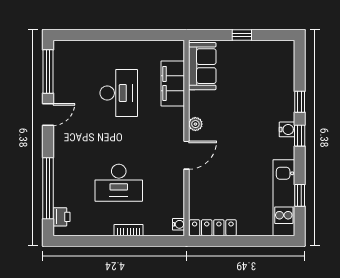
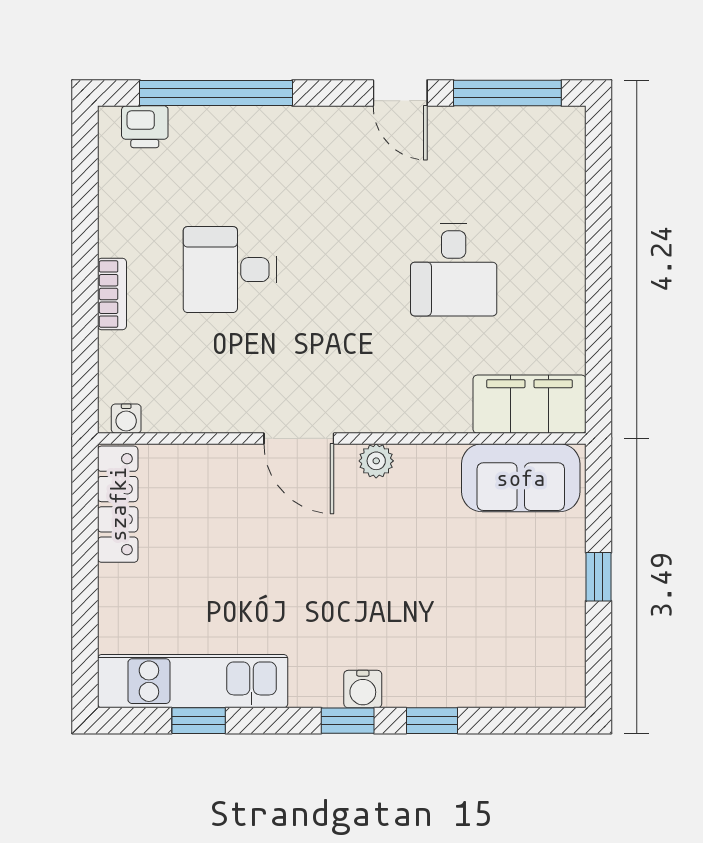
filing cabinet: (173, 83) -> (529, 404), moved
desk: (119, 93) -> (454, 270), width x0.73
desk: (119, 183) -> (230, 270), width x0.73

